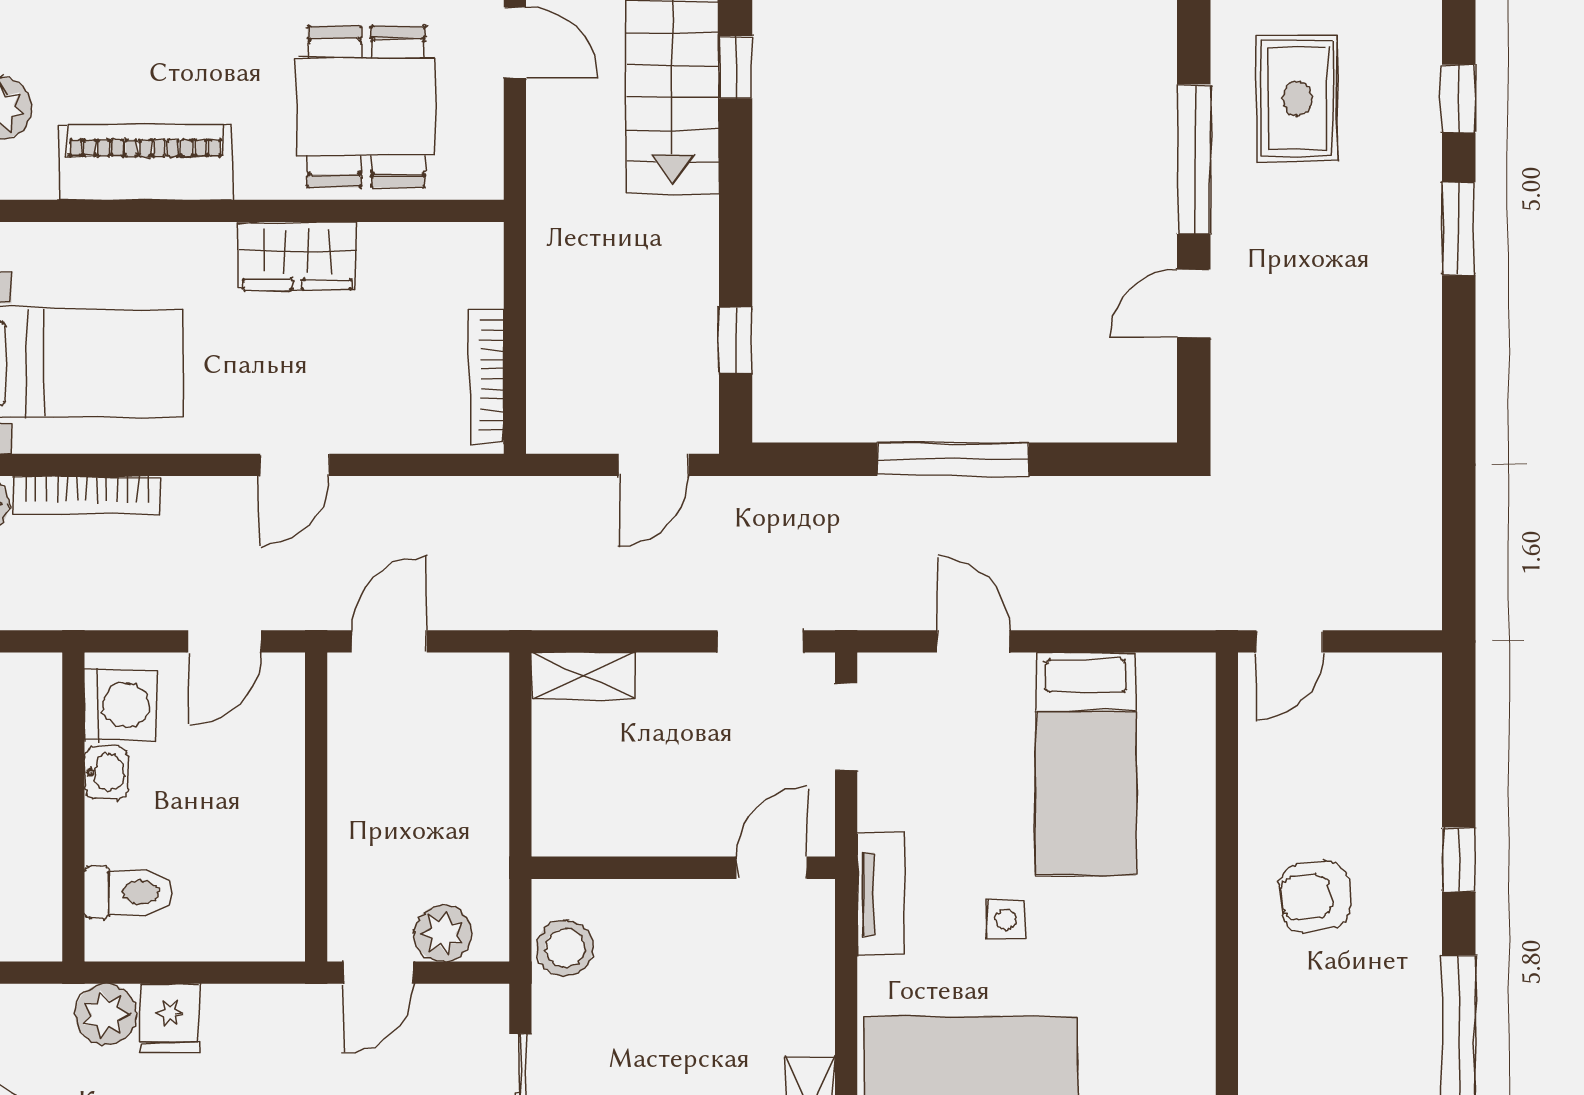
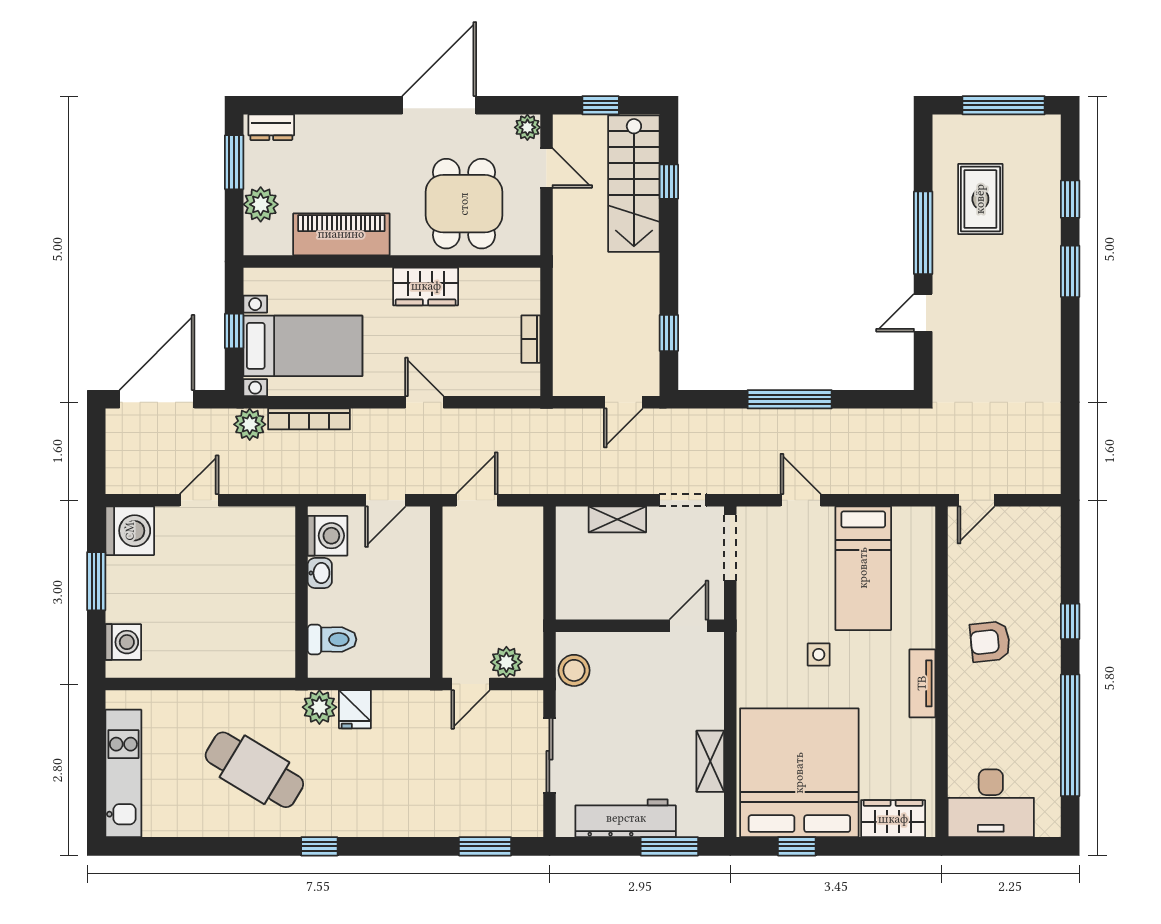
bookcase: (487, 375) -> (531, 339), width x0.64
door: (295, 465) -> (424, 402), swing flipped
shelving: (583, 676) -> (617, 519), moved
doorway: (846, 727) -> (730, 548), width x1.38
tv unit: (880, 894) -> (922, 683), moved, turned 180

